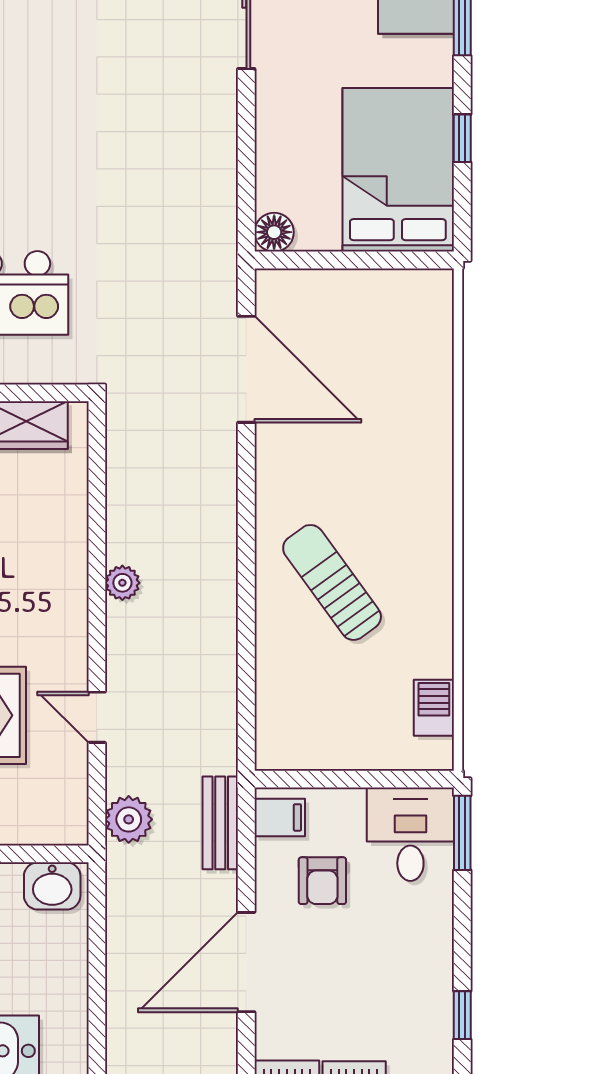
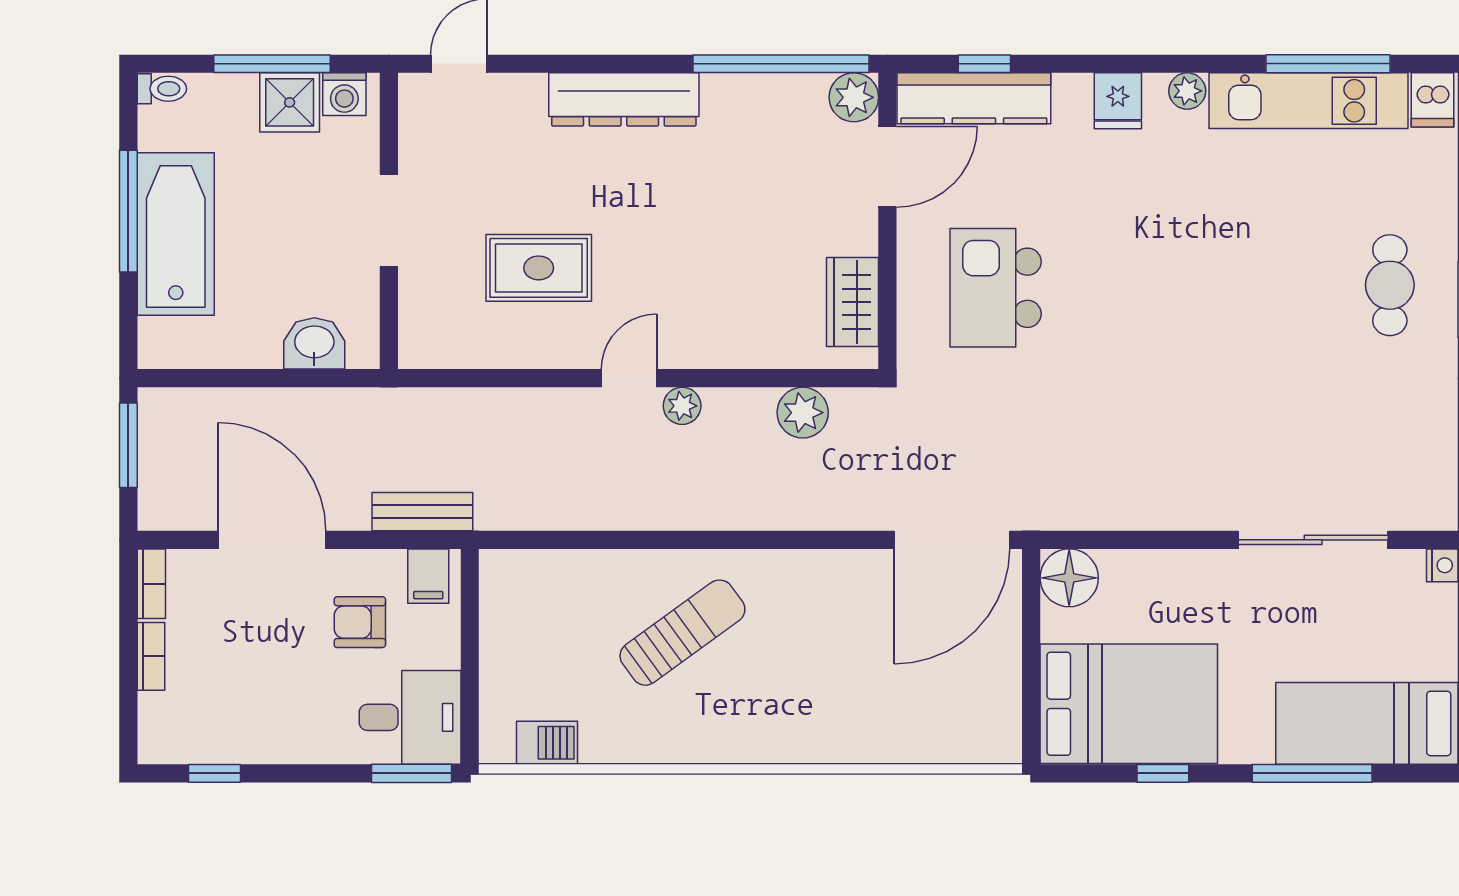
floor lamp: (274, 232) -> (1069, 578), width x1.38, depth x1.38
door: (246, 369) -> (952, 540), moved
door: (97, 717) -> (629, 378), moved
plant: (129, 819) -> (803, 413), moved
washbasin: (52, 886) -> (314, 343), moved, turned 90

